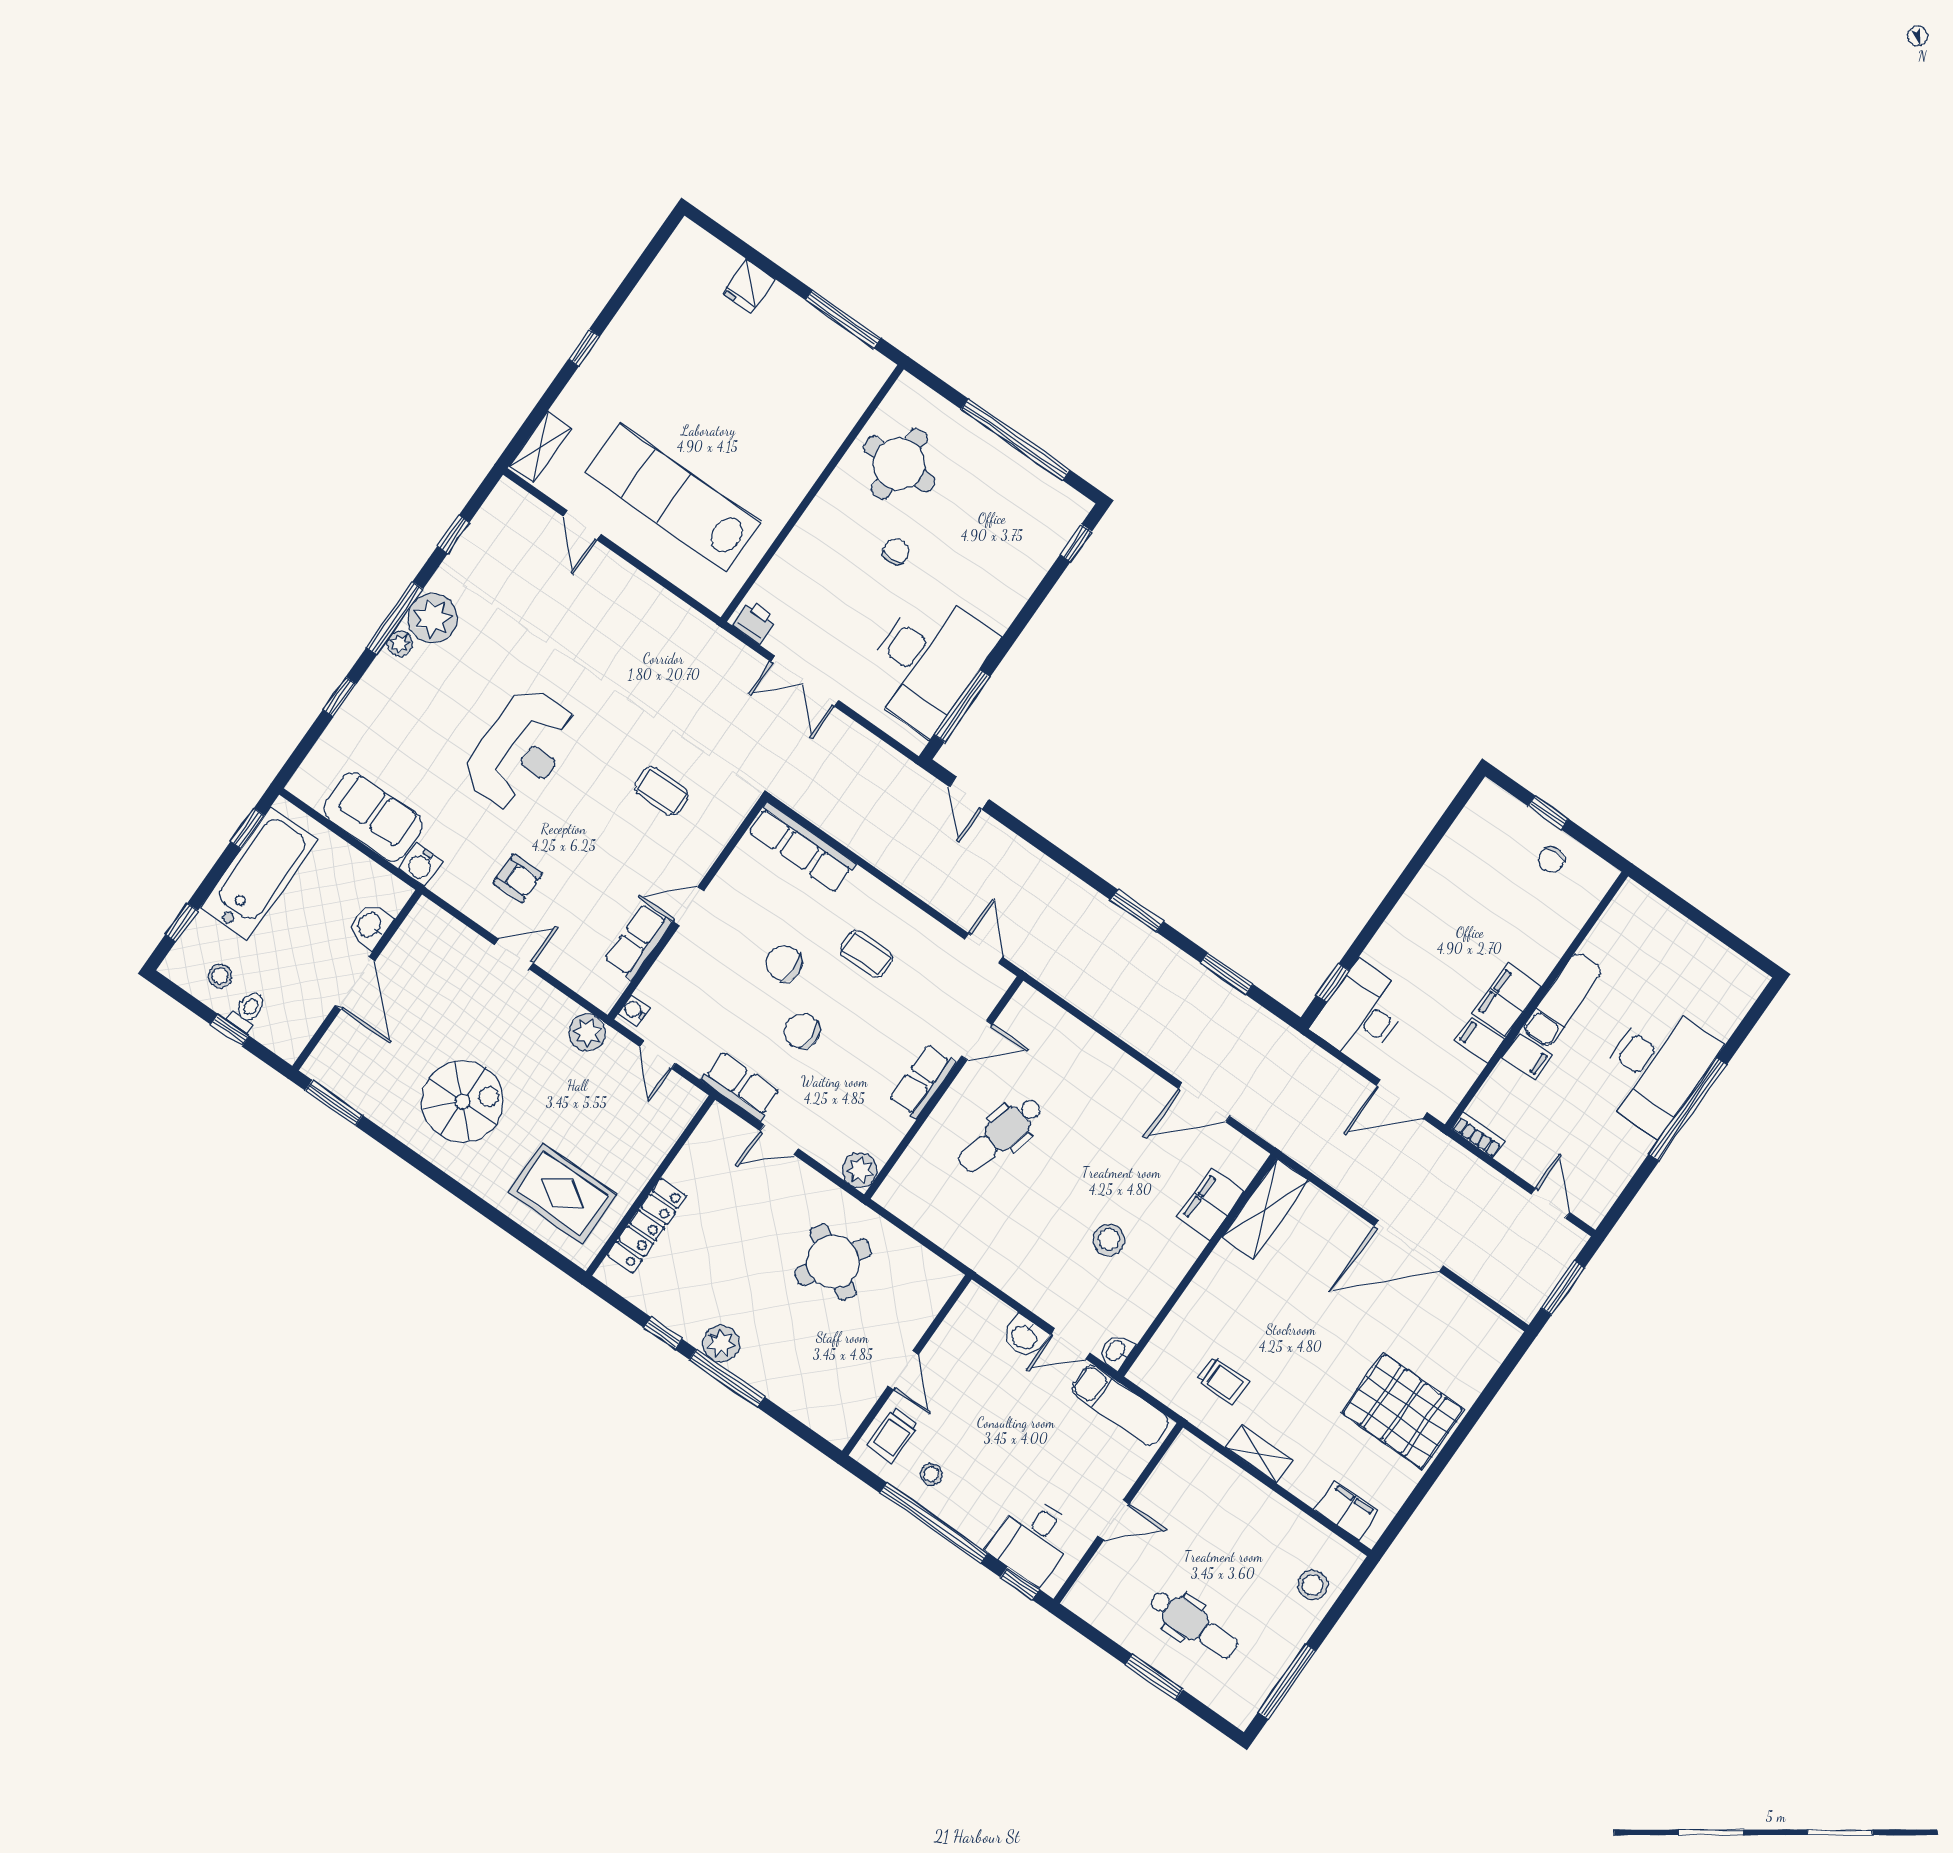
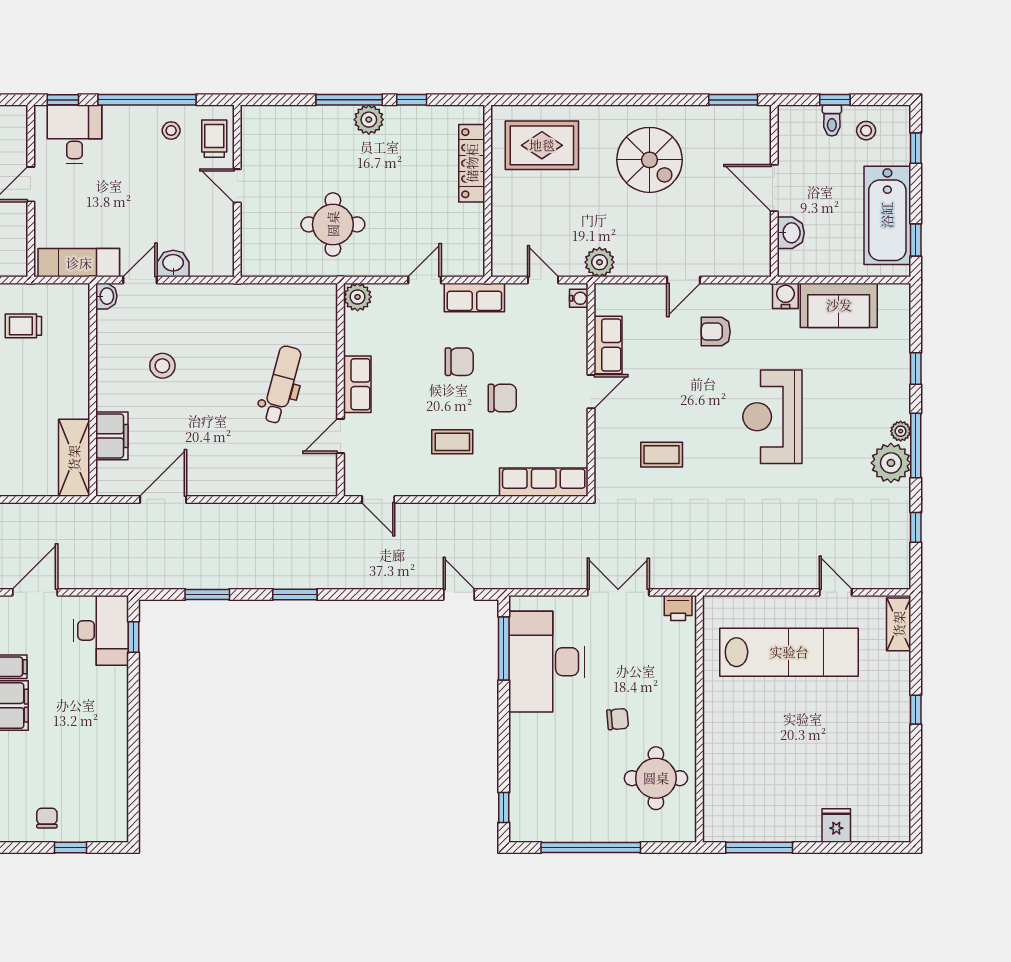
chair: (896, 552) -> (618, 719), turned -95
spiral stairs: (463, 1101) -> (650, 160), turned -90
round table: (833, 1262) -> (333, 224), turned -31

